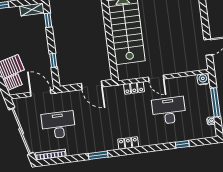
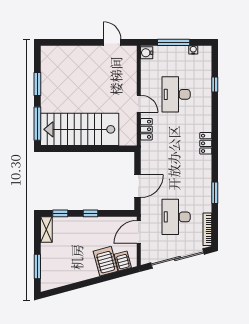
window: (53, 60) -> (90, 213), moved
door: (156, 78) -> (139, 104), hinge flipped
door: (92, 85) -> (137, 186), moved
window: (98, 155) -> (215, 193), moved

